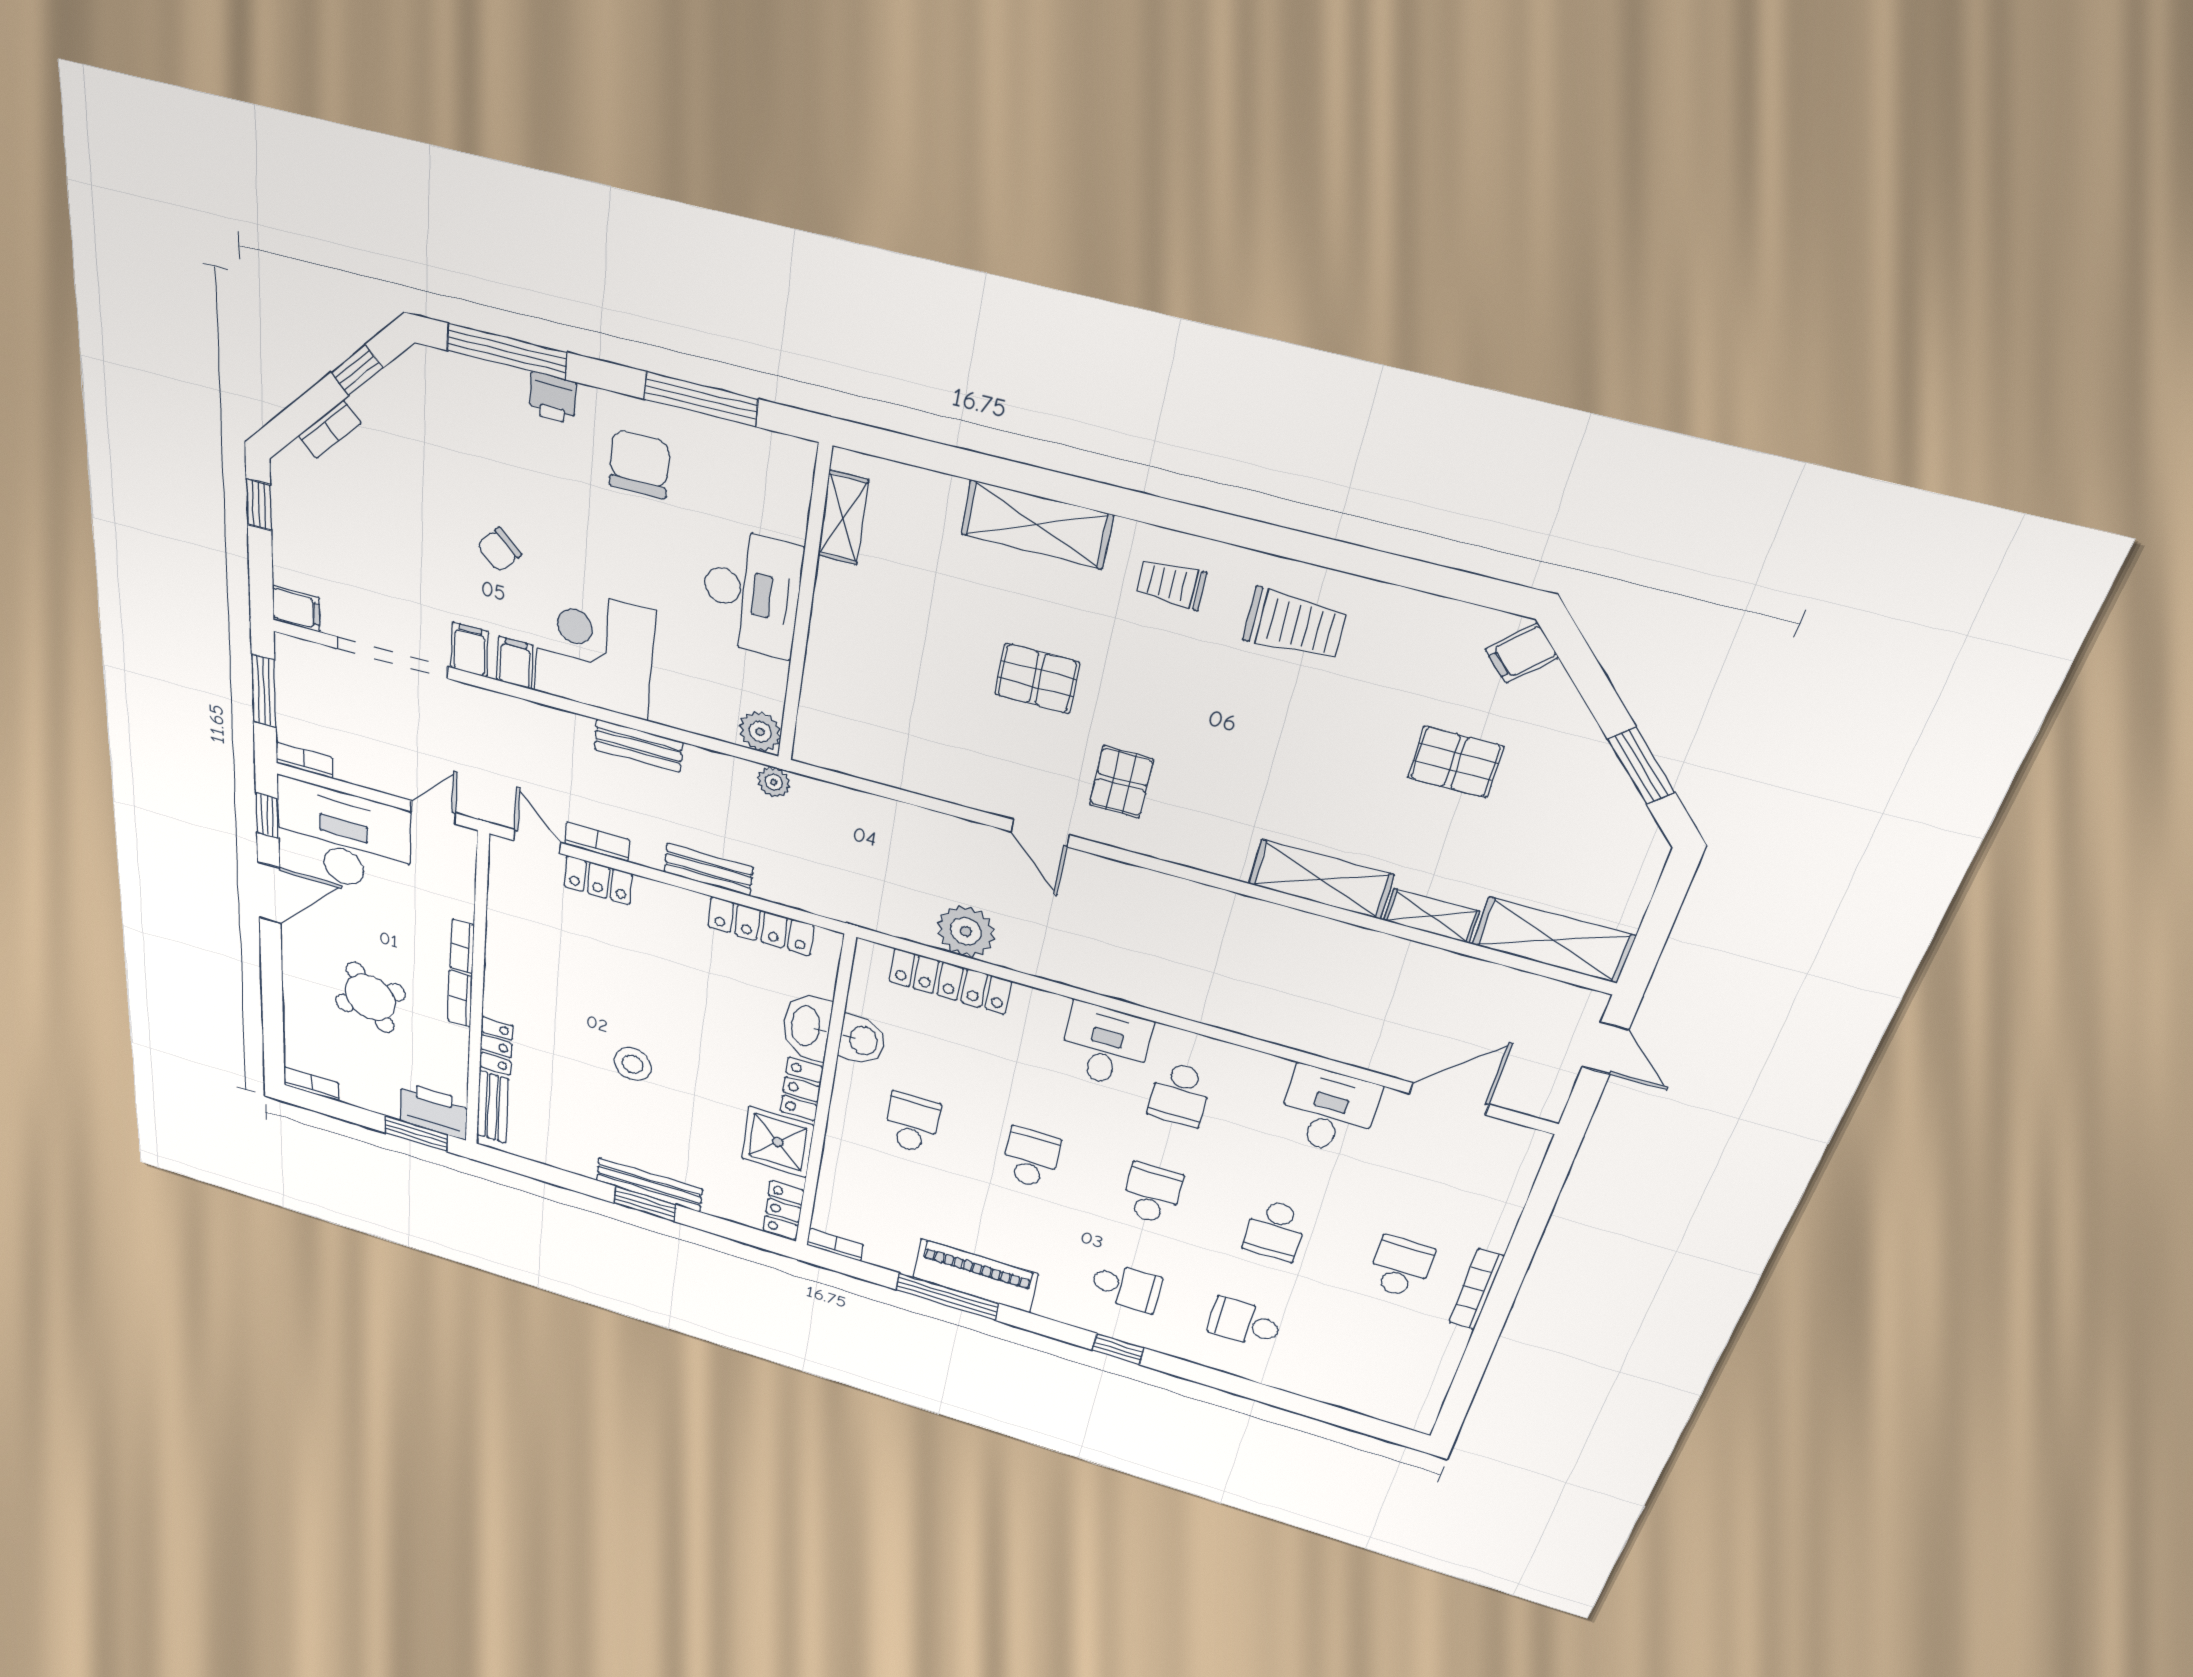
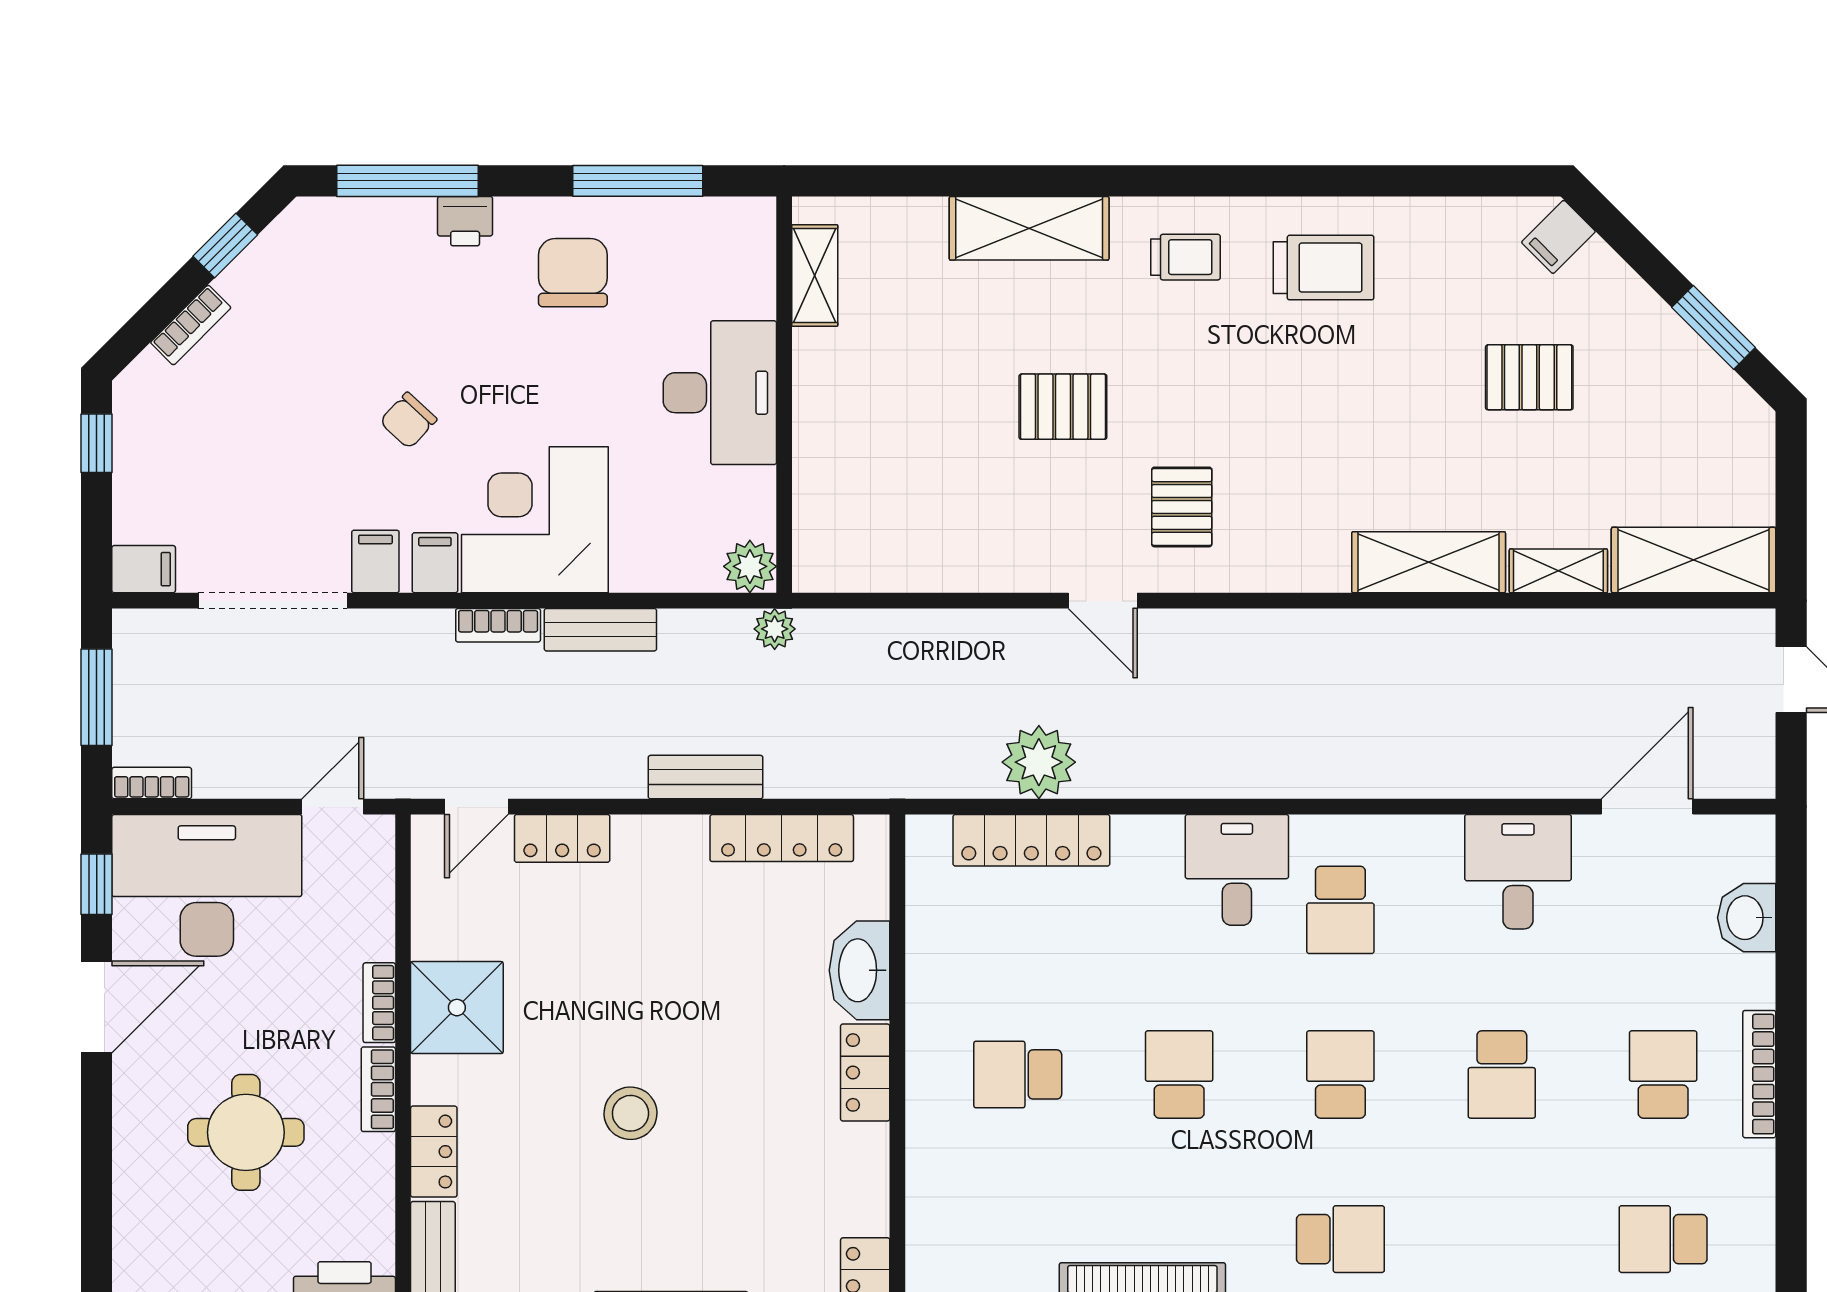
trolley: (1171, 584) -> (1185, 257), turned 180
door: (537, 842) -> (476, 807), swing flipped
bookcase: (597, 842) -> (498, 625), moved, turned 180
round table: (370, 997) -> (246, 1132), turned 30
washbasin: (862, 1040) -> (1747, 918), moved, turned 180
school desk: (912, 1123) -> (1018, 1074), turned -90
shower: (778, 1142) -> (457, 1008), moved
school desk: (1245, 1323) -> (1663, 1239), moved

